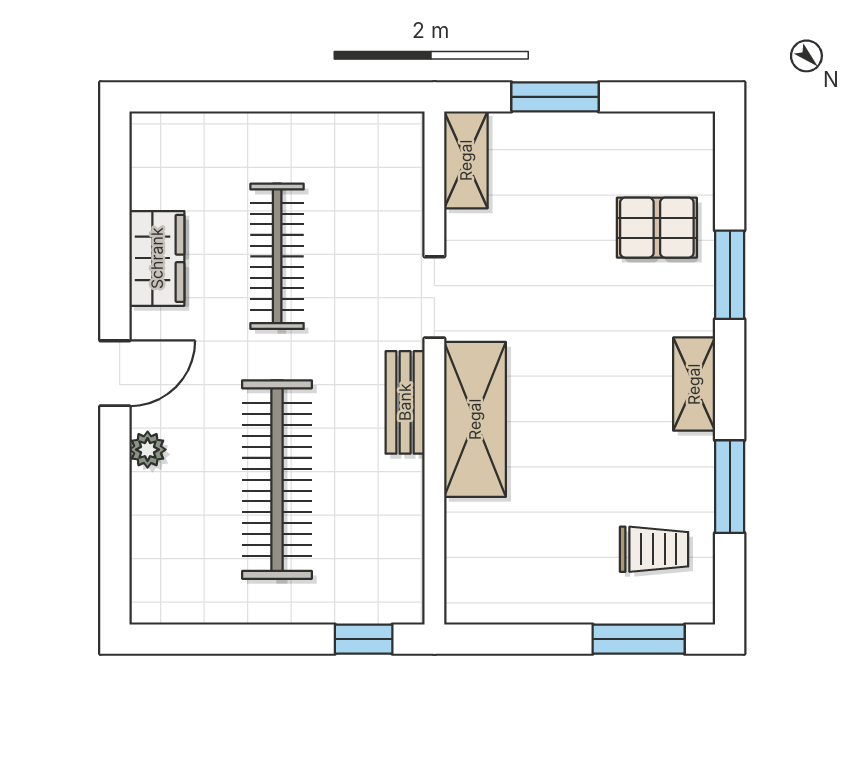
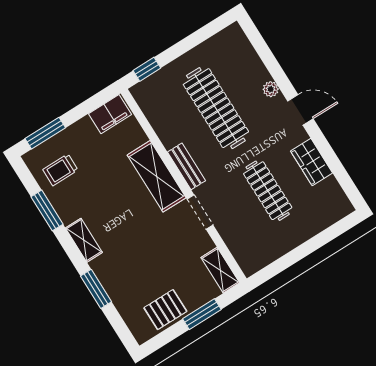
pallet: (657, 228) -> (165, 310), moved
door: (115, 373) -> (300, 110), swing flipped
filing cabinet: (490, 597) -> (110, 114), added

